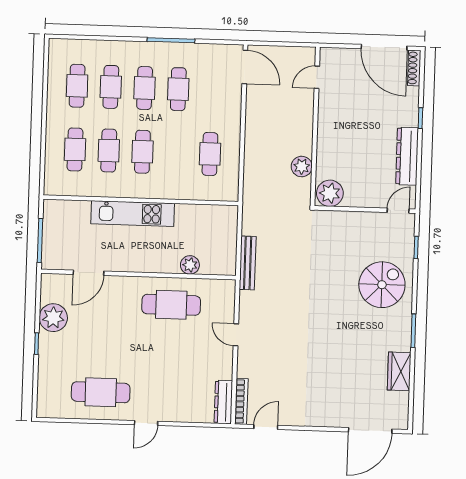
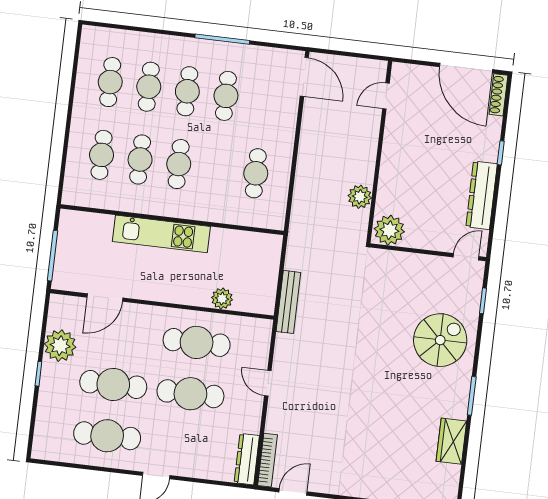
cafe table: (102, 347) -> (113, 384), added
cafe table: (170, 350) -> (190, 394), added

